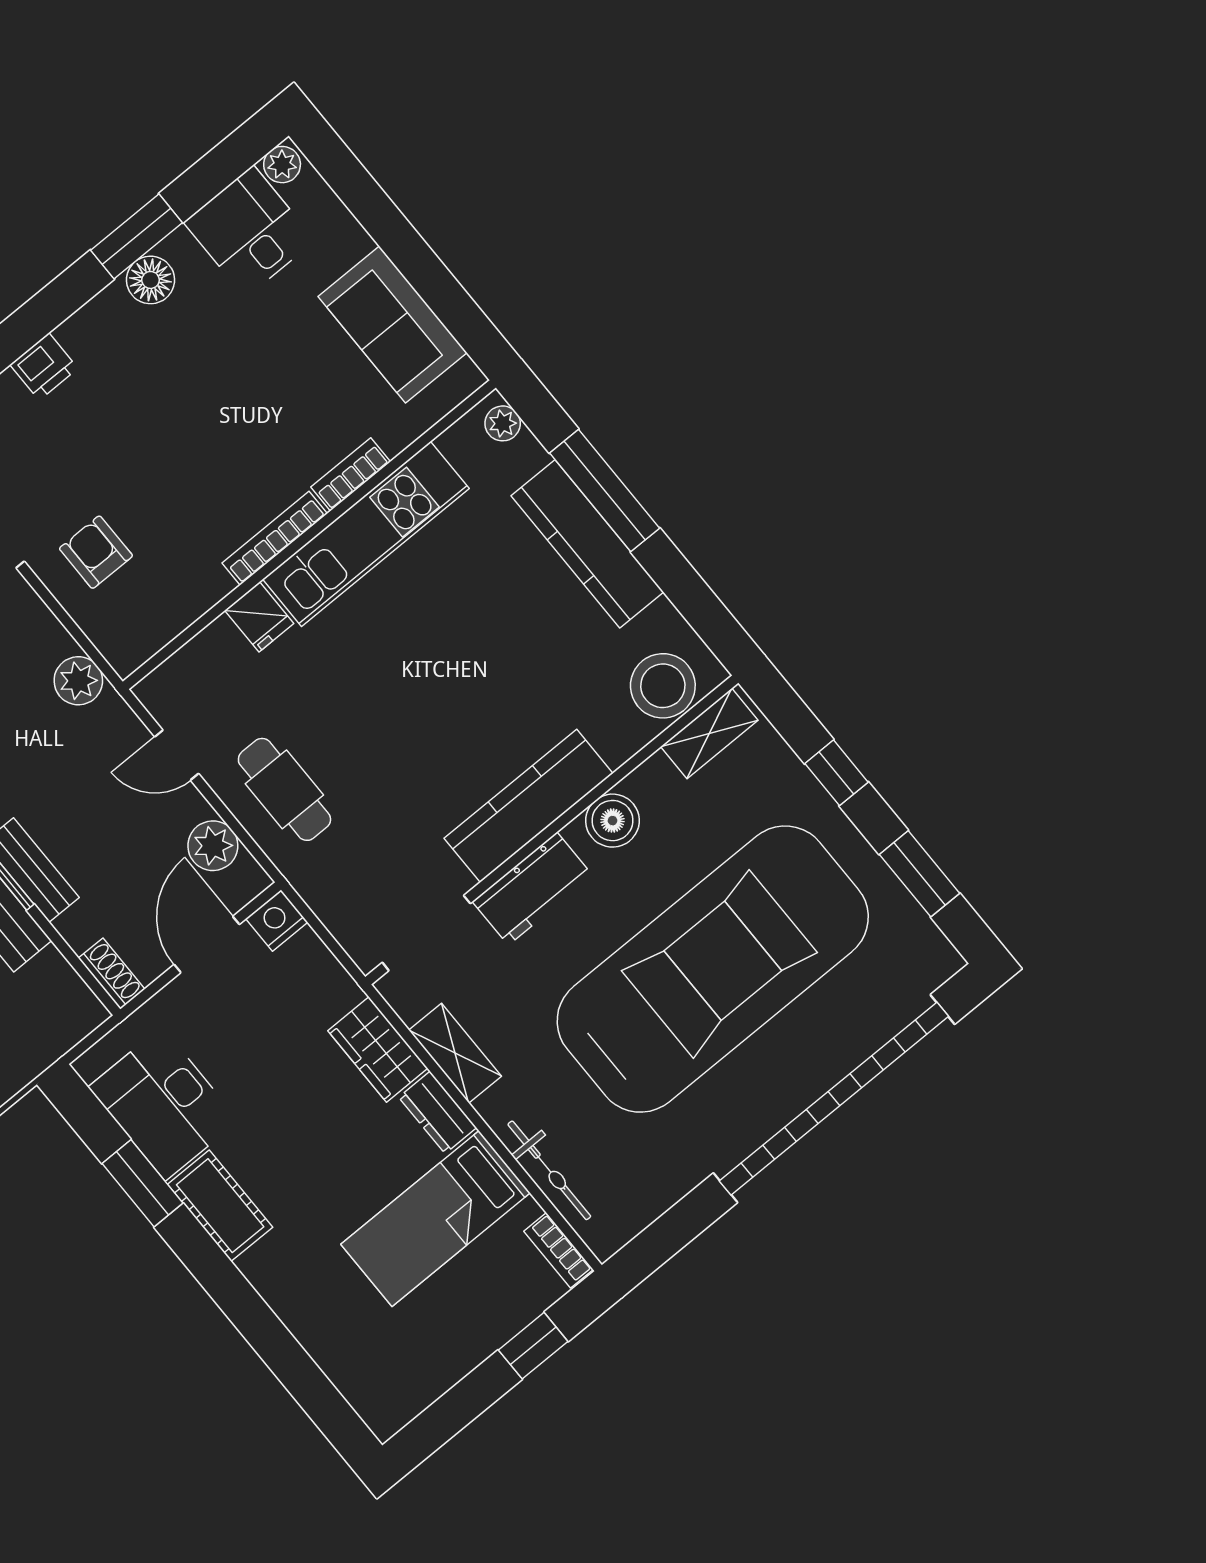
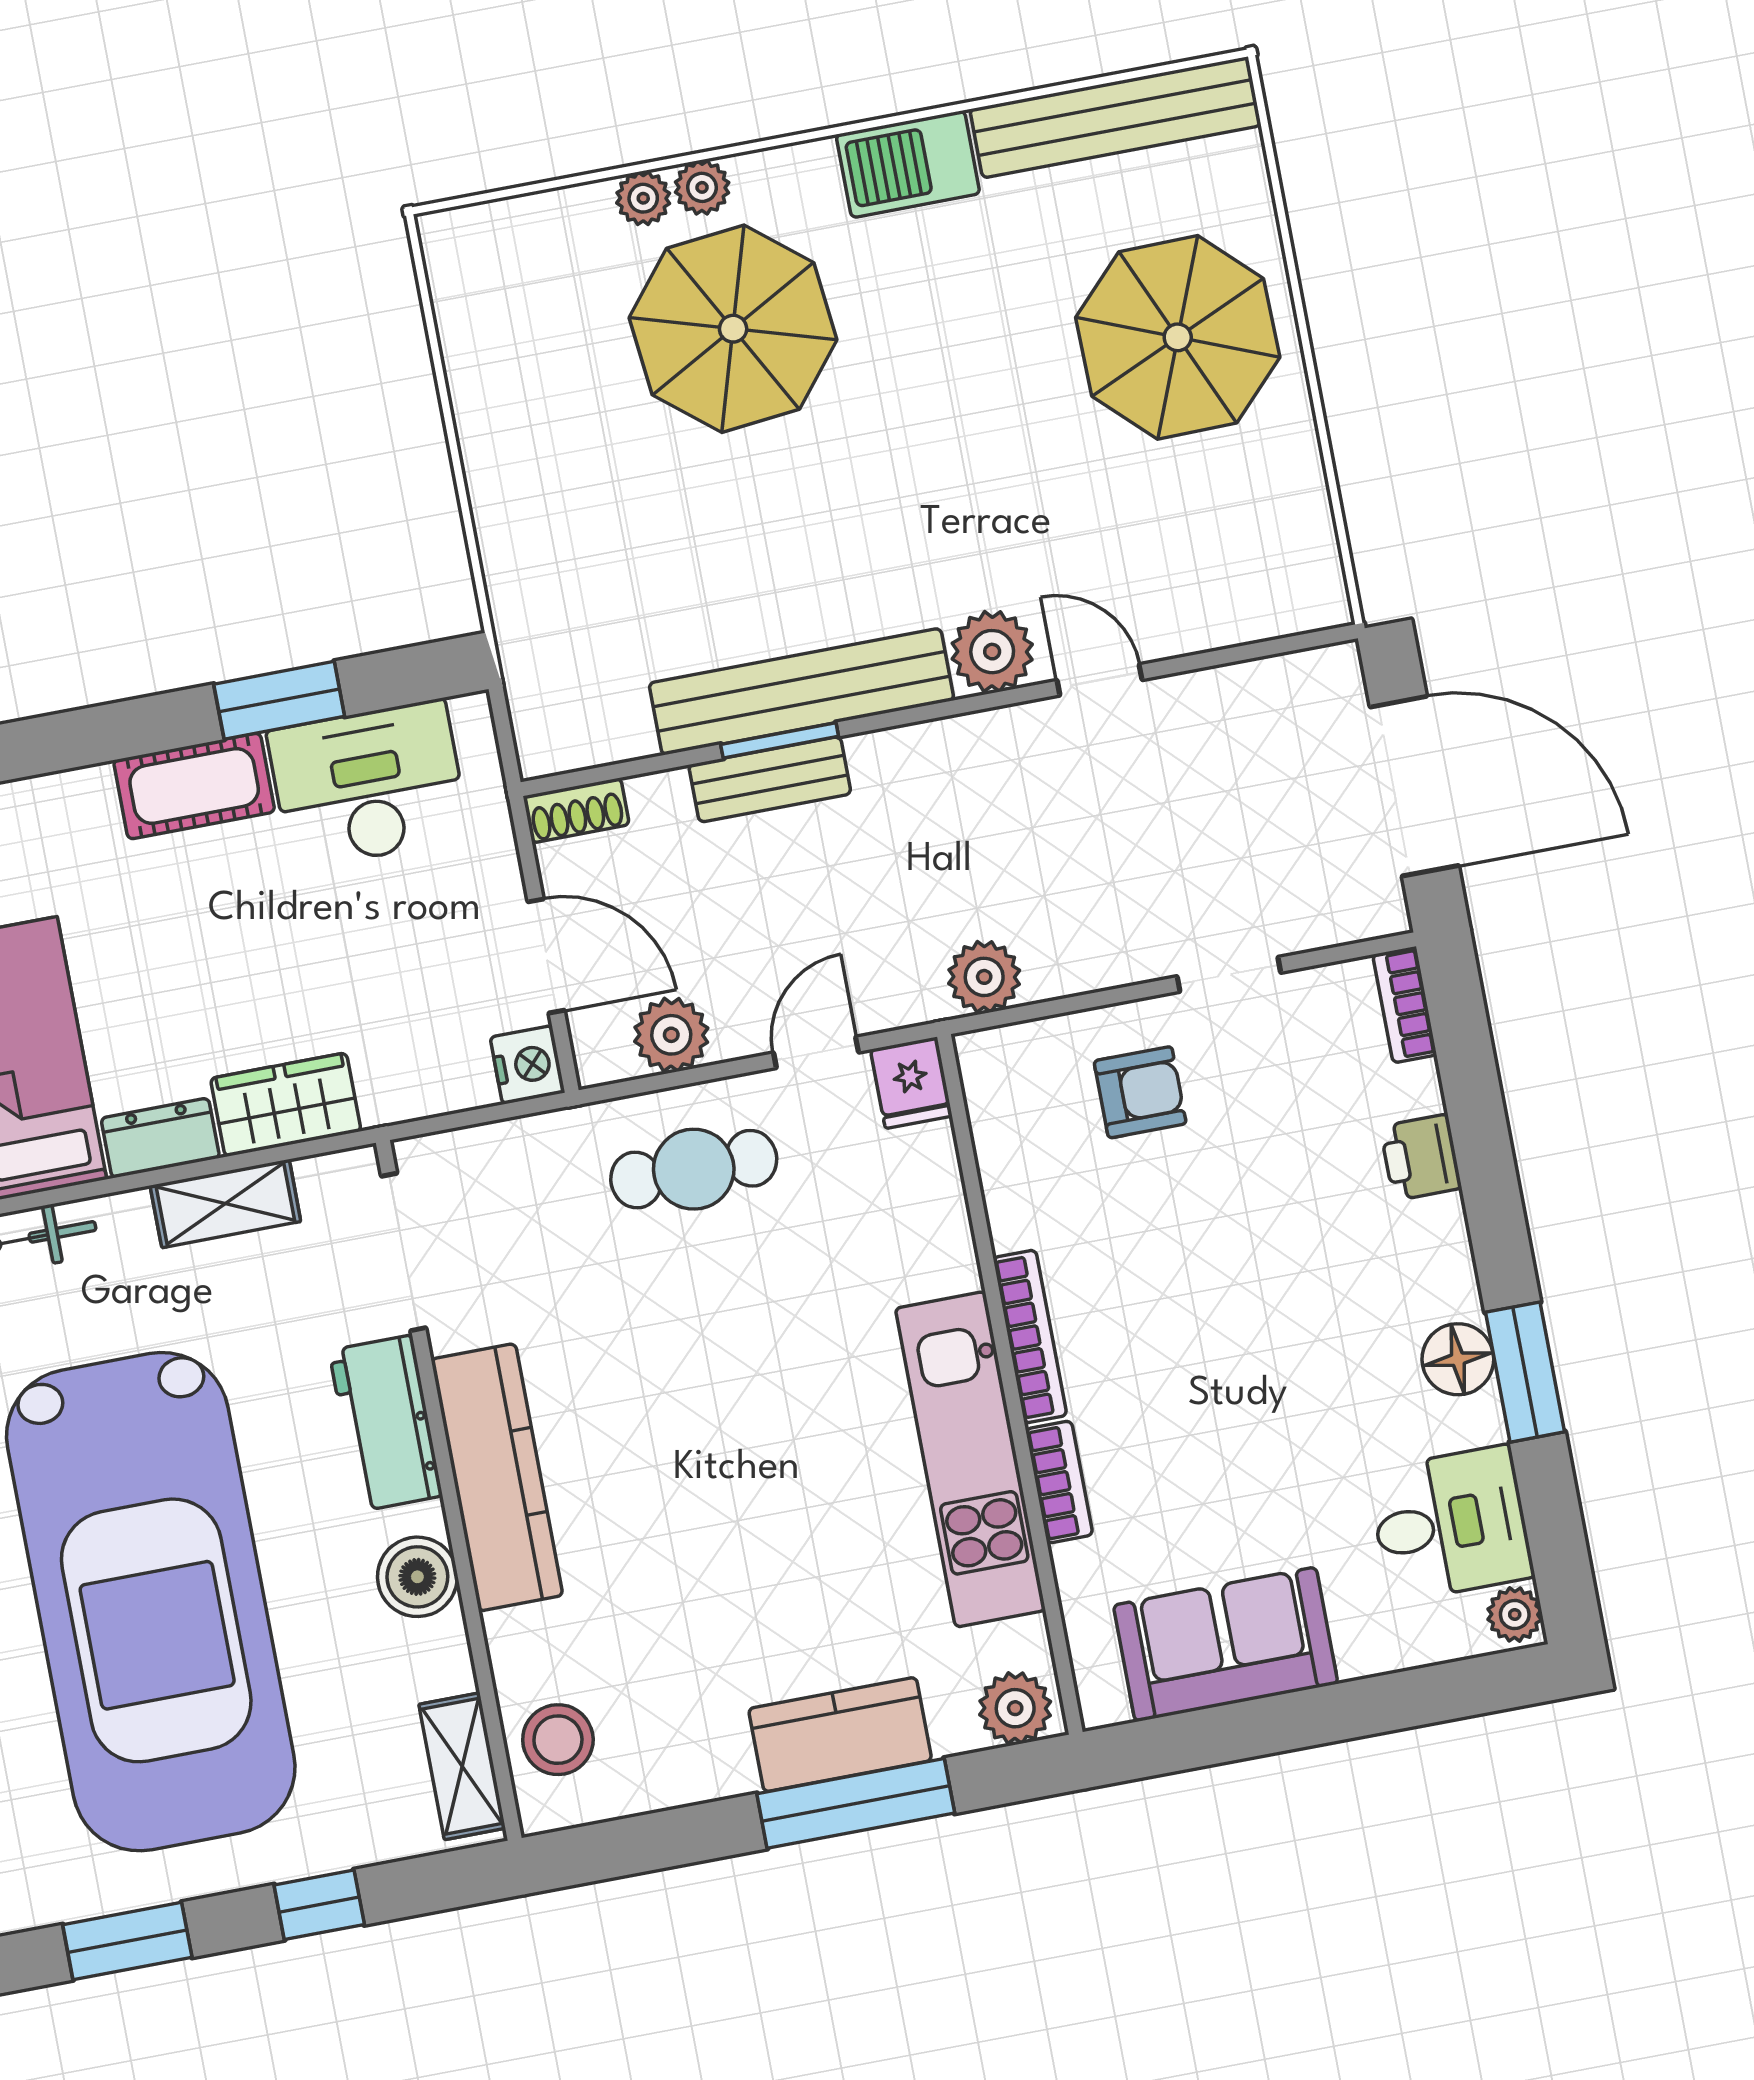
plant: (503, 423) -> (1015, 1708), width x1.38, depth x1.38
kitchen counter: (587, 544) -> (840, 1735), width x0.67
fridge: (259, 617) -> (911, 1083), moved, turned -90
stool: (663, 686) -> (558, 1740), width x0.73, depth x0.73

